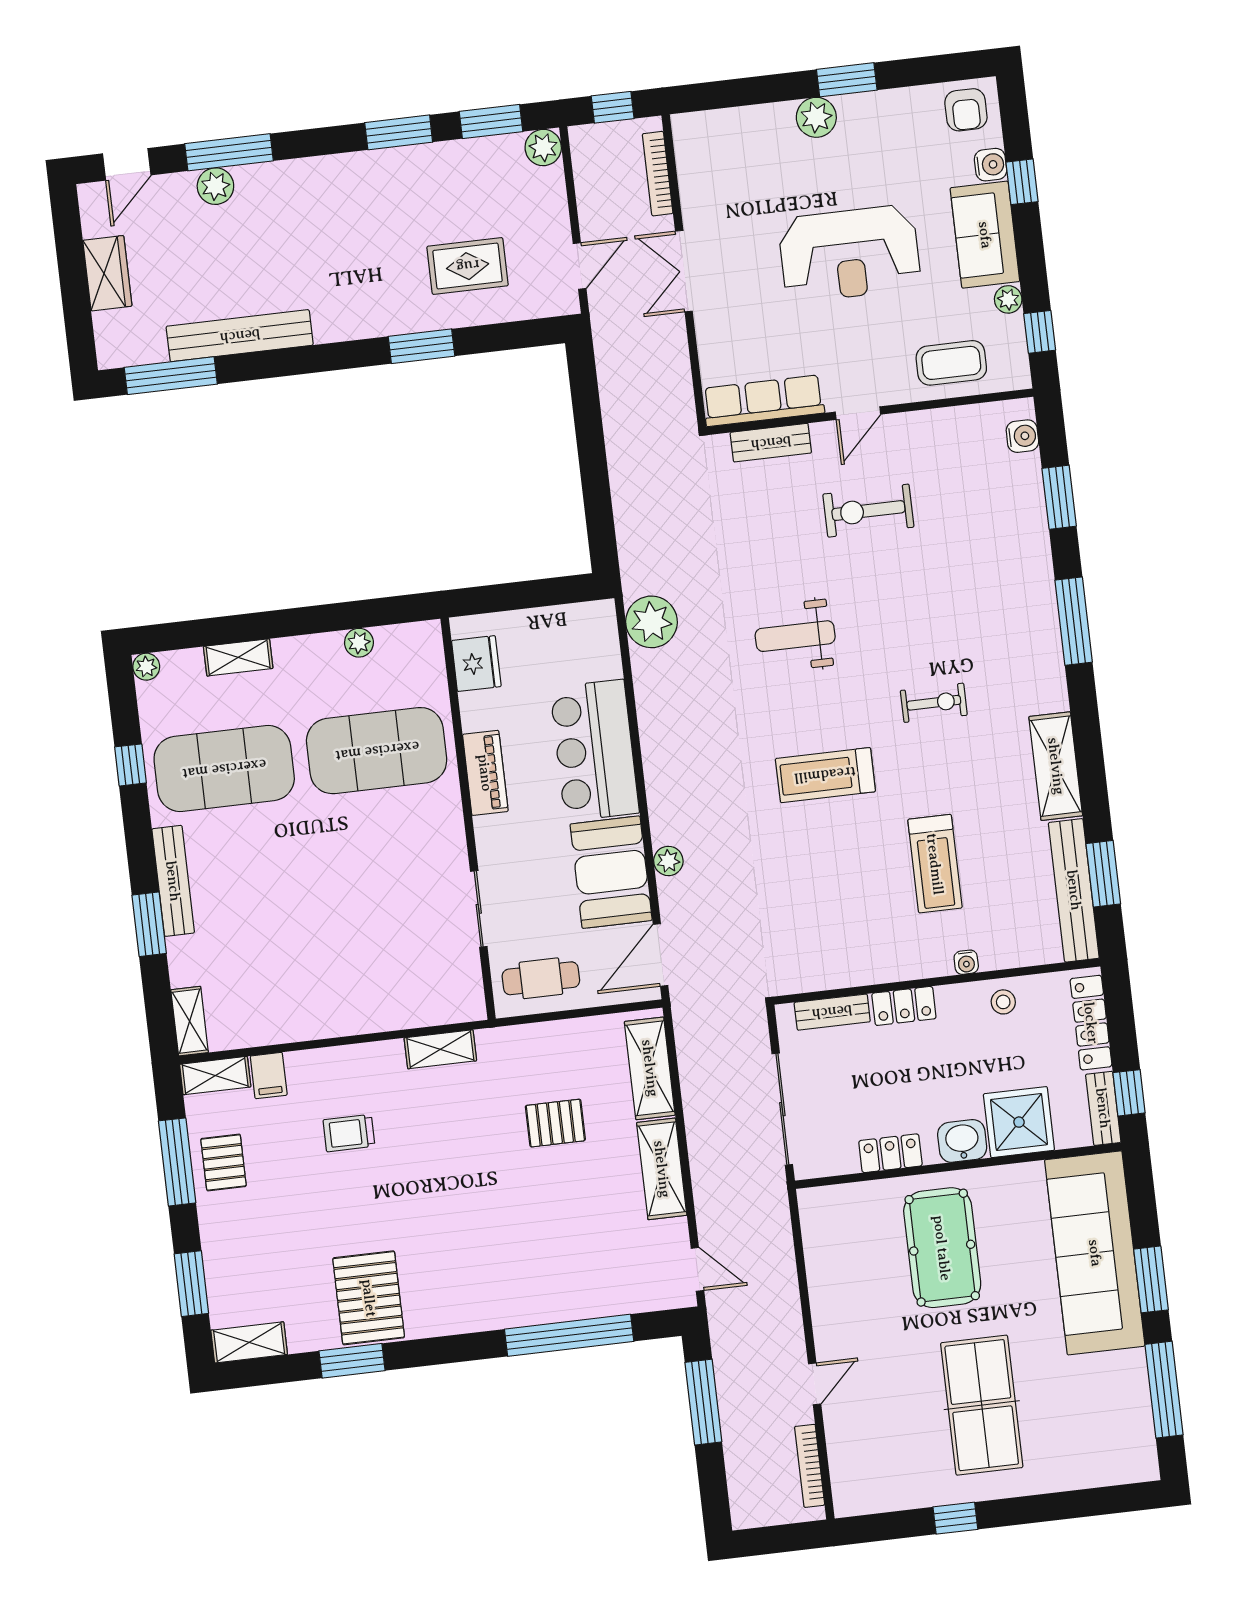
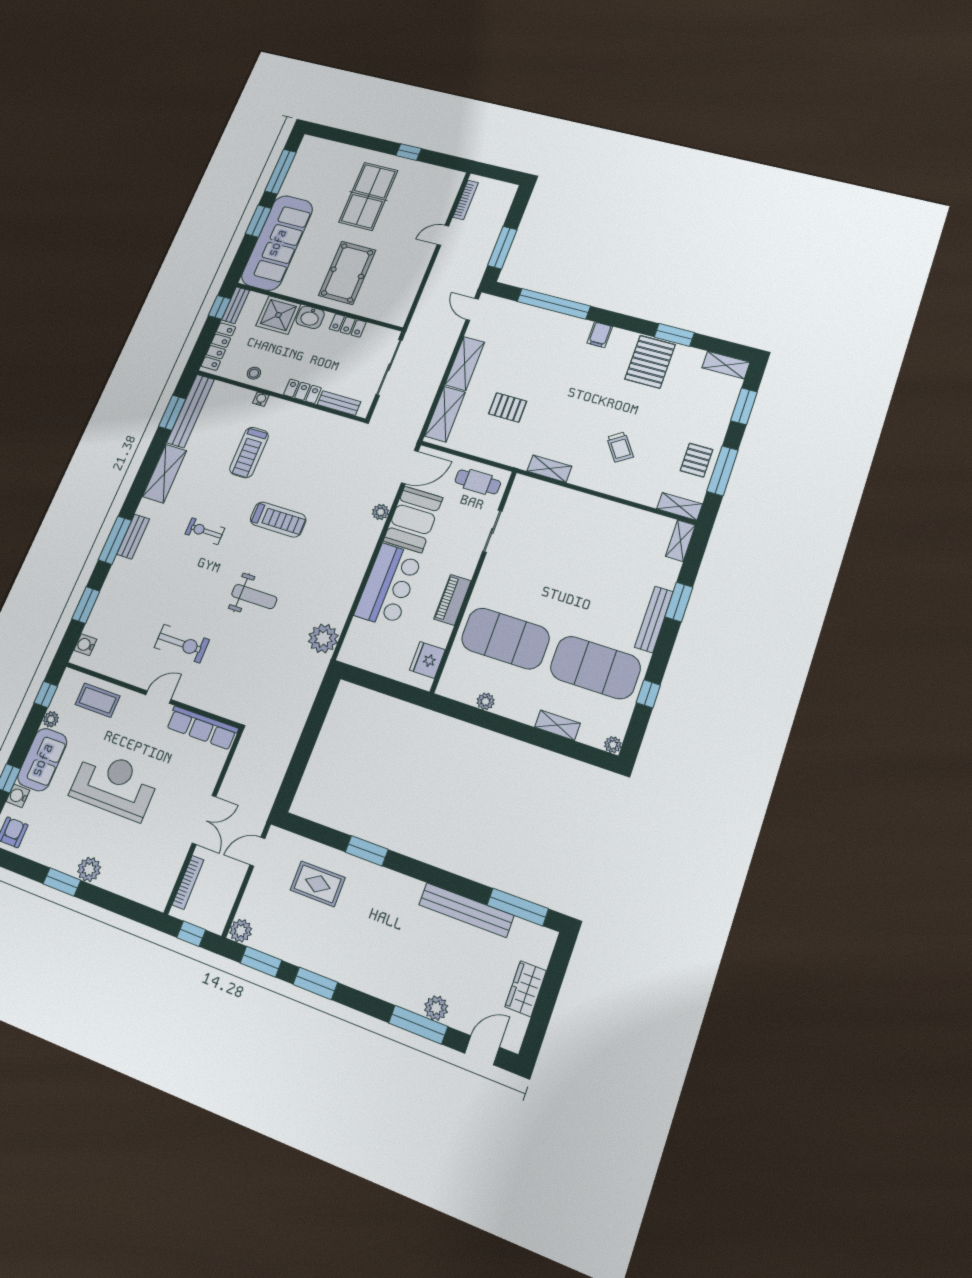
bench: (771, 443) -> (133, 537), moved, turned 90
treadmill: (935, 864) -> (249, 452), turned 180
filing cabinet: (269, 1076) -> (600, 335), moved, turned 180
trolley: (349, 1133) -> (620, 447), turned 55

